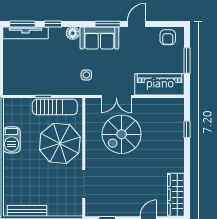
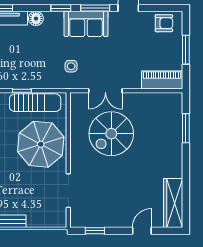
window: (53, 24) -> (61, 8), moved
floor lamp: (73, 33) -> (36, 19), moved
armchair: (168, 37) -> (164, 23), turned -90
piano: (160, 84) -> (162, 80), width x0.73, depth x0.75
window: (187, 129) -> (186, 128), width x1.50

